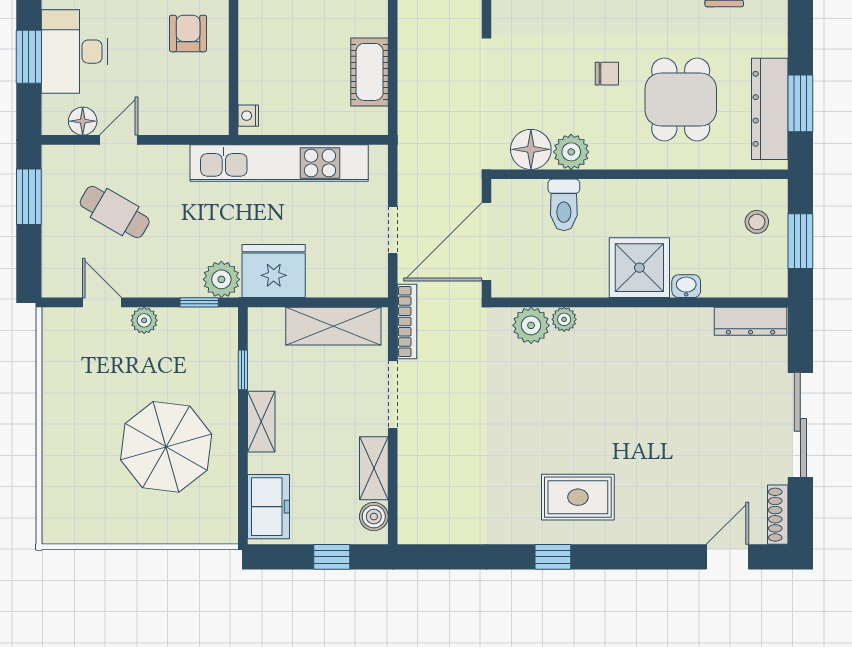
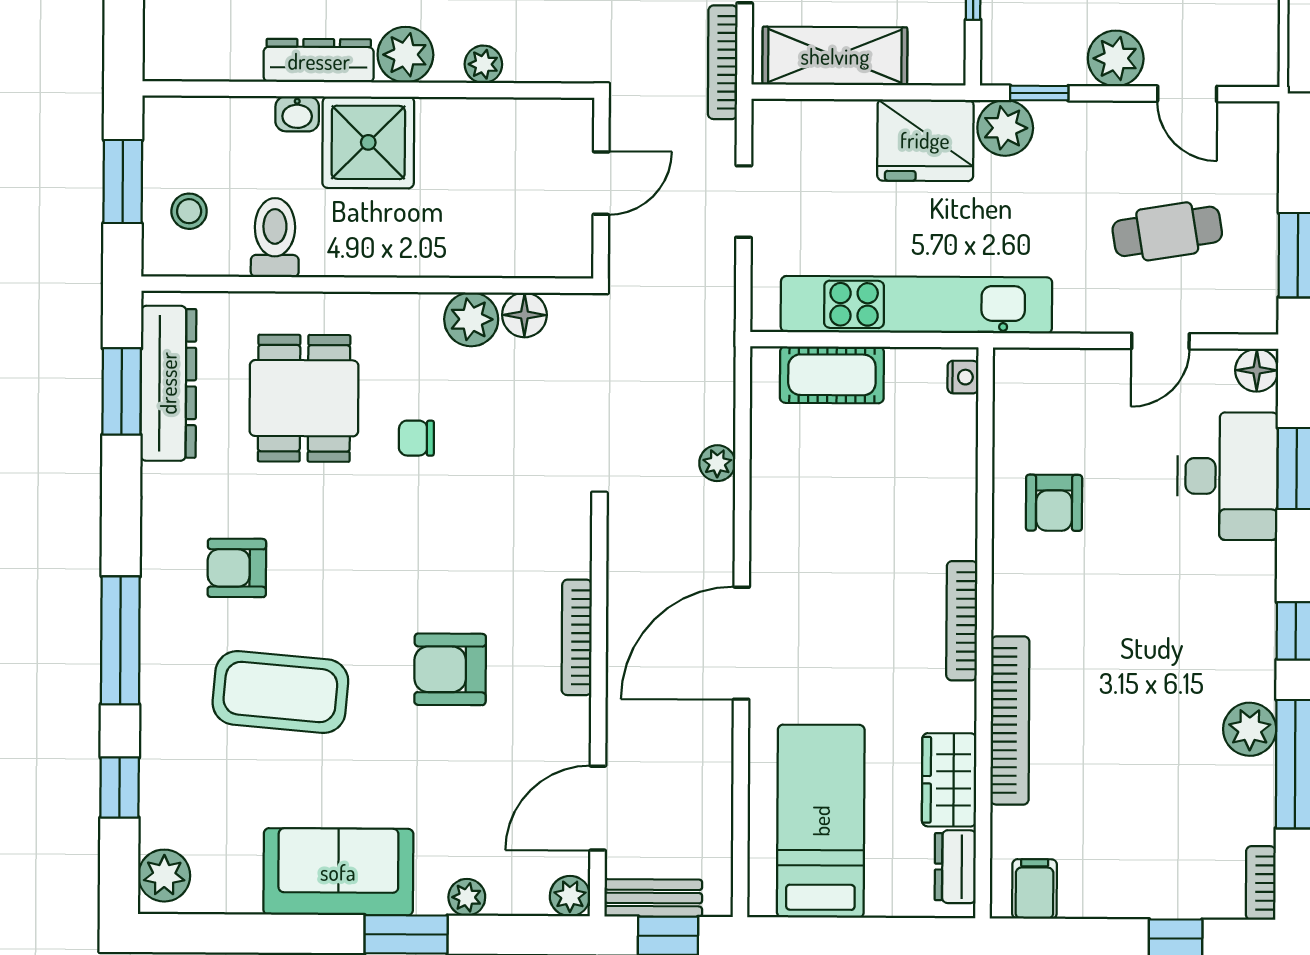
plant: (409, 58) -> (717, 463), added
cot: (370, 72) -> (832, 375), moved, turned 90
floor lamp: (83, 121) -> (1257, 370), moved
floor lamp: (531, 149) -> (524, 315), width x0.73, depth x0.73
toilet: (564, 205) -> (275, 238), moved
cafe table: (115, 212) -> (1167, 231), turned -39
door: (486, 242) -> (601, 183), width x0.53
plant: (144, 320) -> (1116, 58), width x1.38, depth x1.38
dresser: (751, 321) -> (319, 61), moved
plant: (531, 325) -> (405, 55), moved

